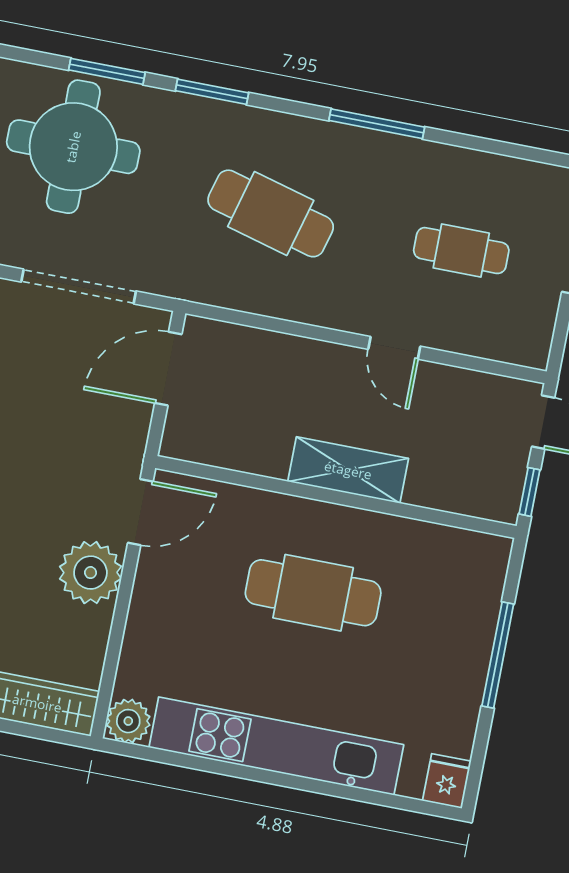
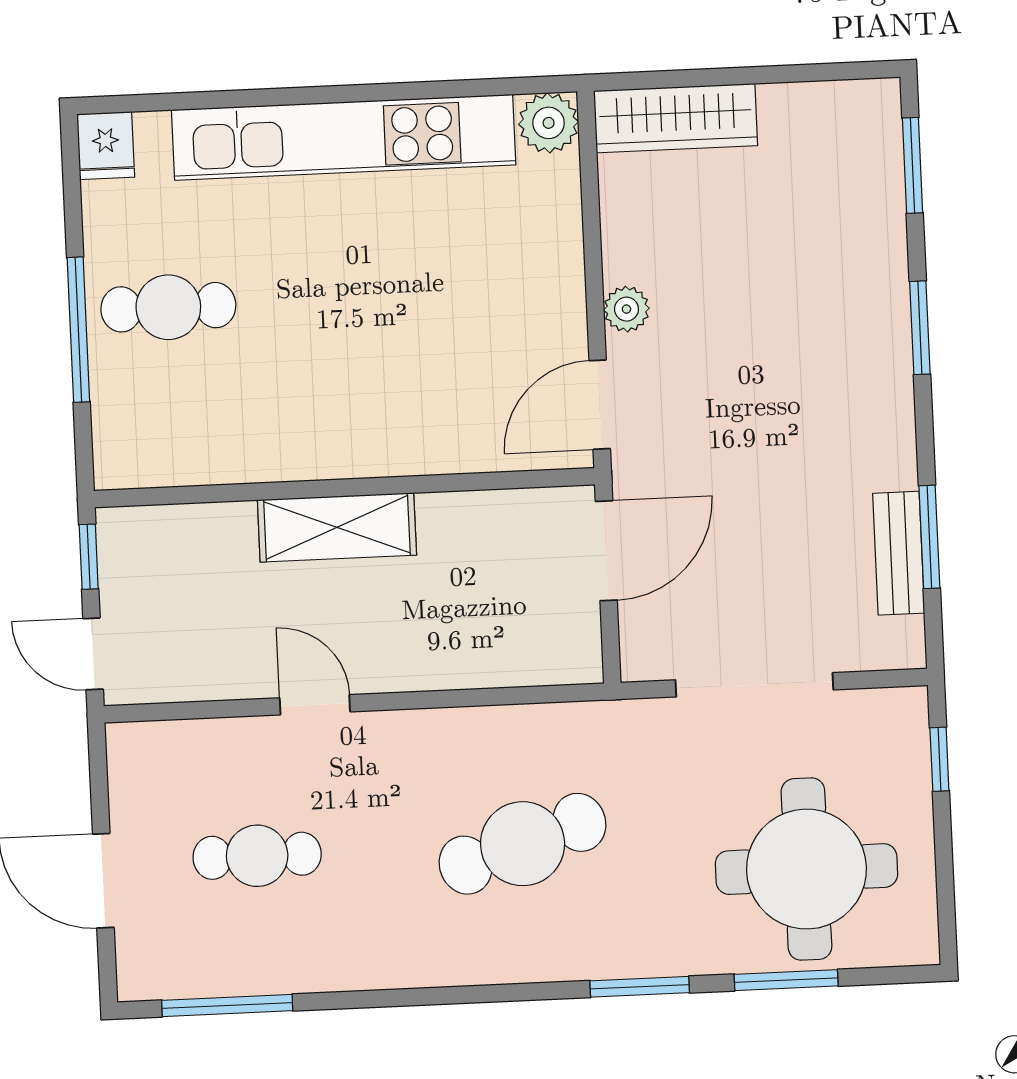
window: (377, 124) -> (227, 1005), moved
cafe table: (271, 213) -> (523, 844), turned -33
door: (168, 369) -> (606, 551), moved
plant: (90, 573) -> (626, 309), width x0.53, depth x0.53
cafe table: (313, 593) -> (168, 307), moved, width x0.73, depth x0.74

